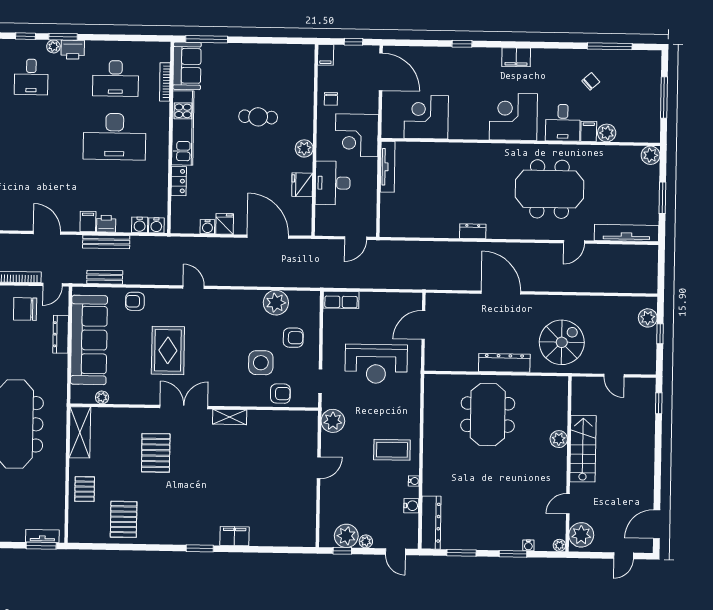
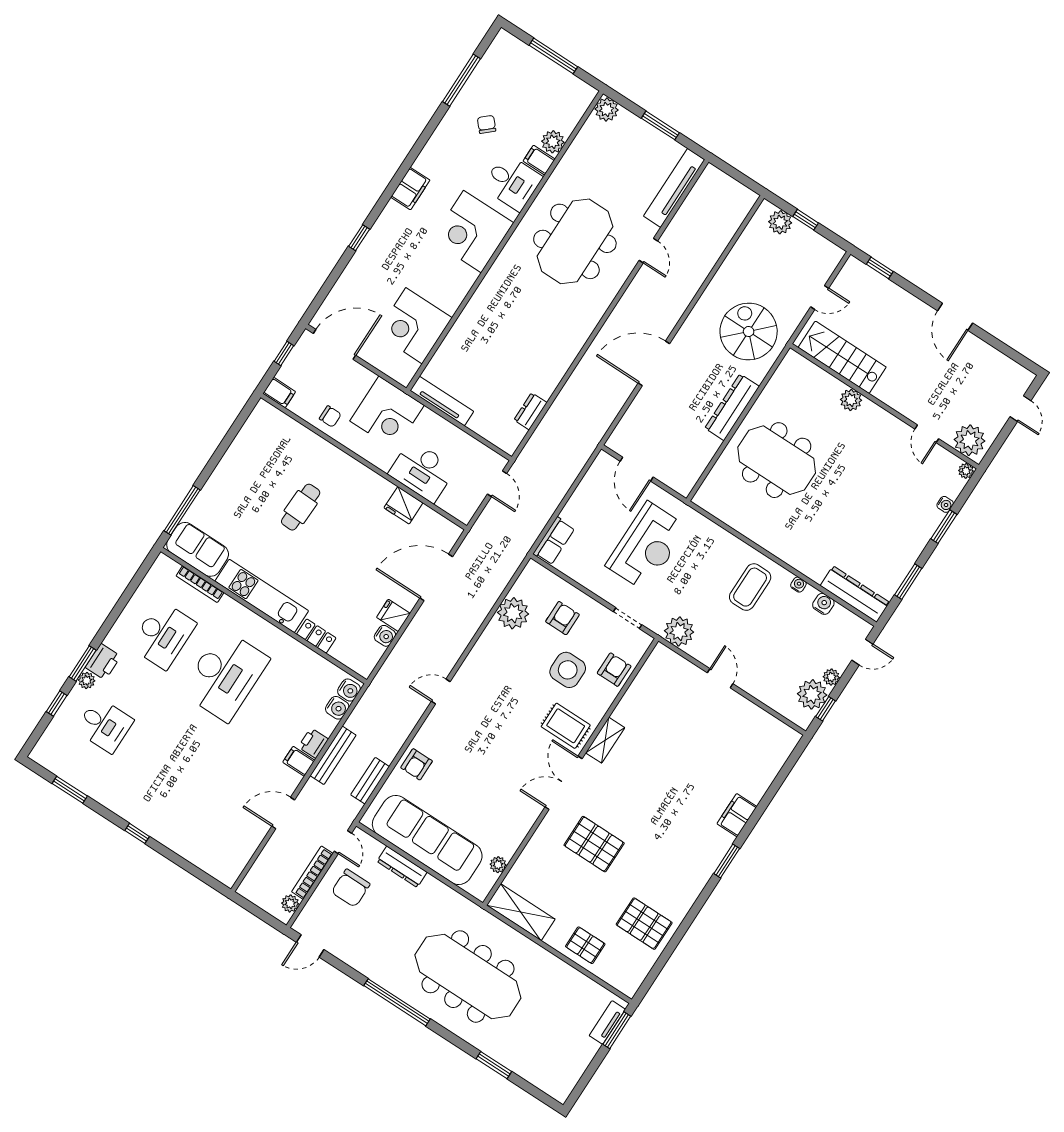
plant: (304, 148) -> (366, 479), removed
dresser: (473, 231) -> (530, 411), moved
rug: (168, 350) -> (566, 726), moved, width x0.73, depth x0.70
stairs: (583, 449) -> (842, 357), moved
door: (657, 524) -> (955, 317), moved

